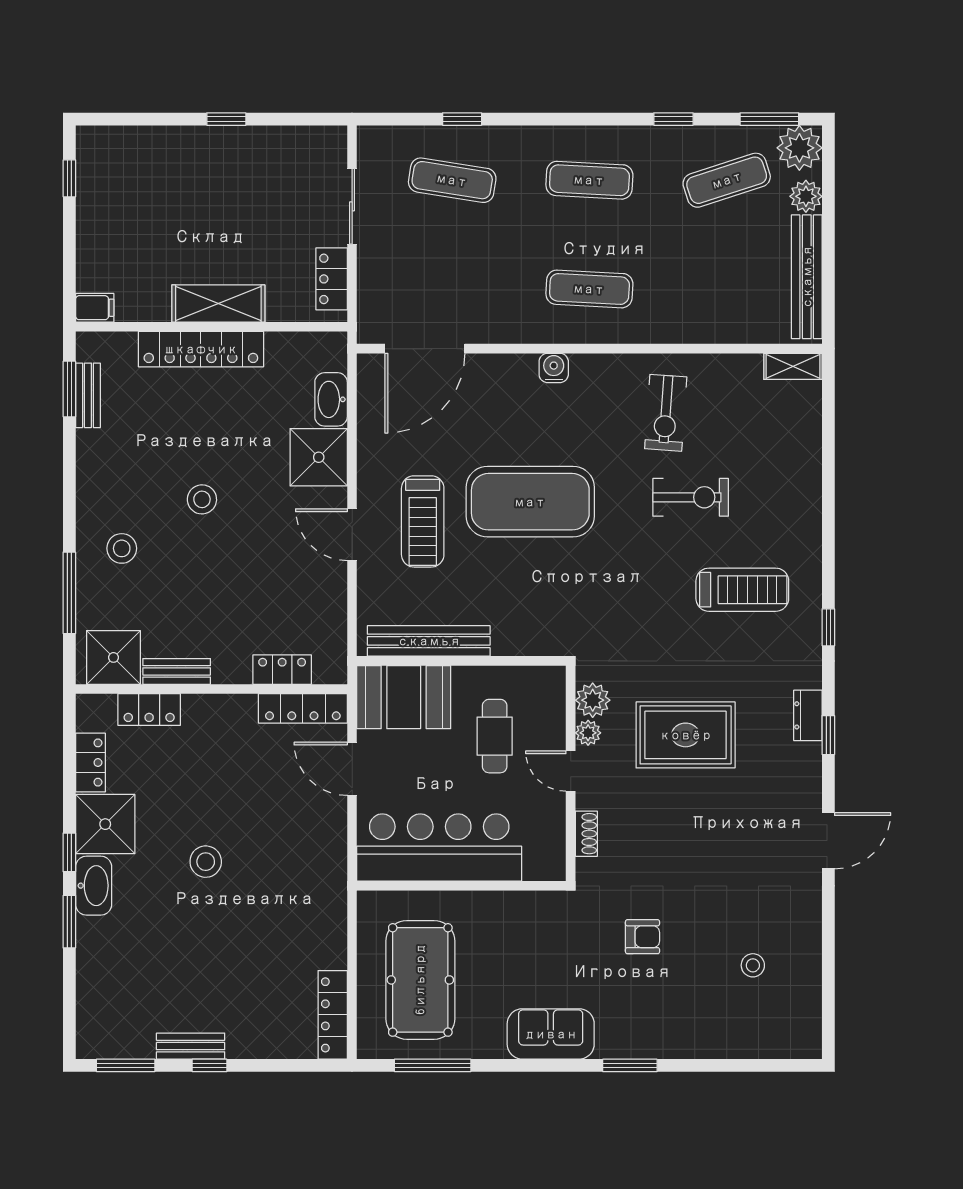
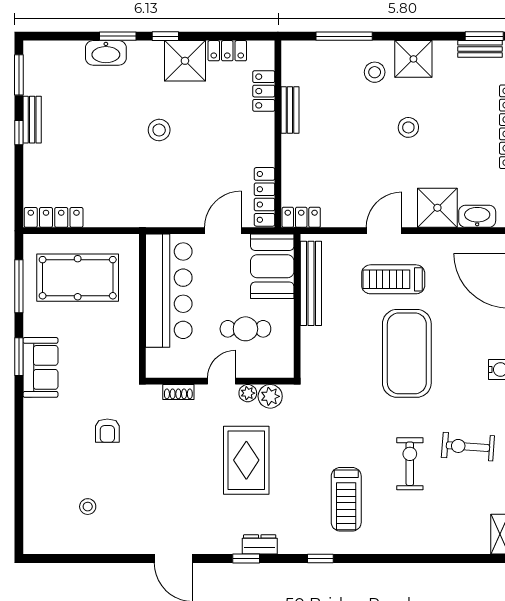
exercise bike: (691, 497) -> (410, 464), turned 180
shower: (113, 657) -> (413, 59), moved
locker: (282, 670) -> (301, 217), moved, turned -90
washbasin: (94, 886) -> (106, 53), moved
window: (630, 1065) -> (19, 357), moved

